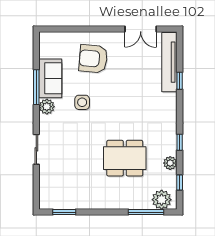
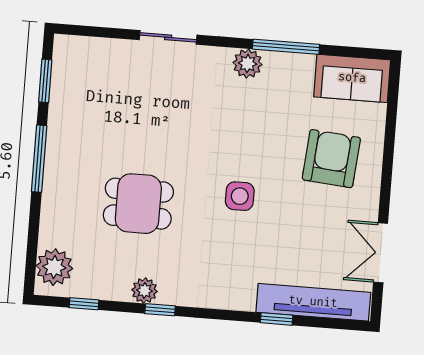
sofa: (50, 78) -> (352, 78), moved
side table: (82, 102) -> (240, 196), moved
dining table: (125, 158) -> (138, 204), width x0.73
plant: (170, 163) -> (145, 291), moved
window: (146, 212) -> (39, 159), moved

